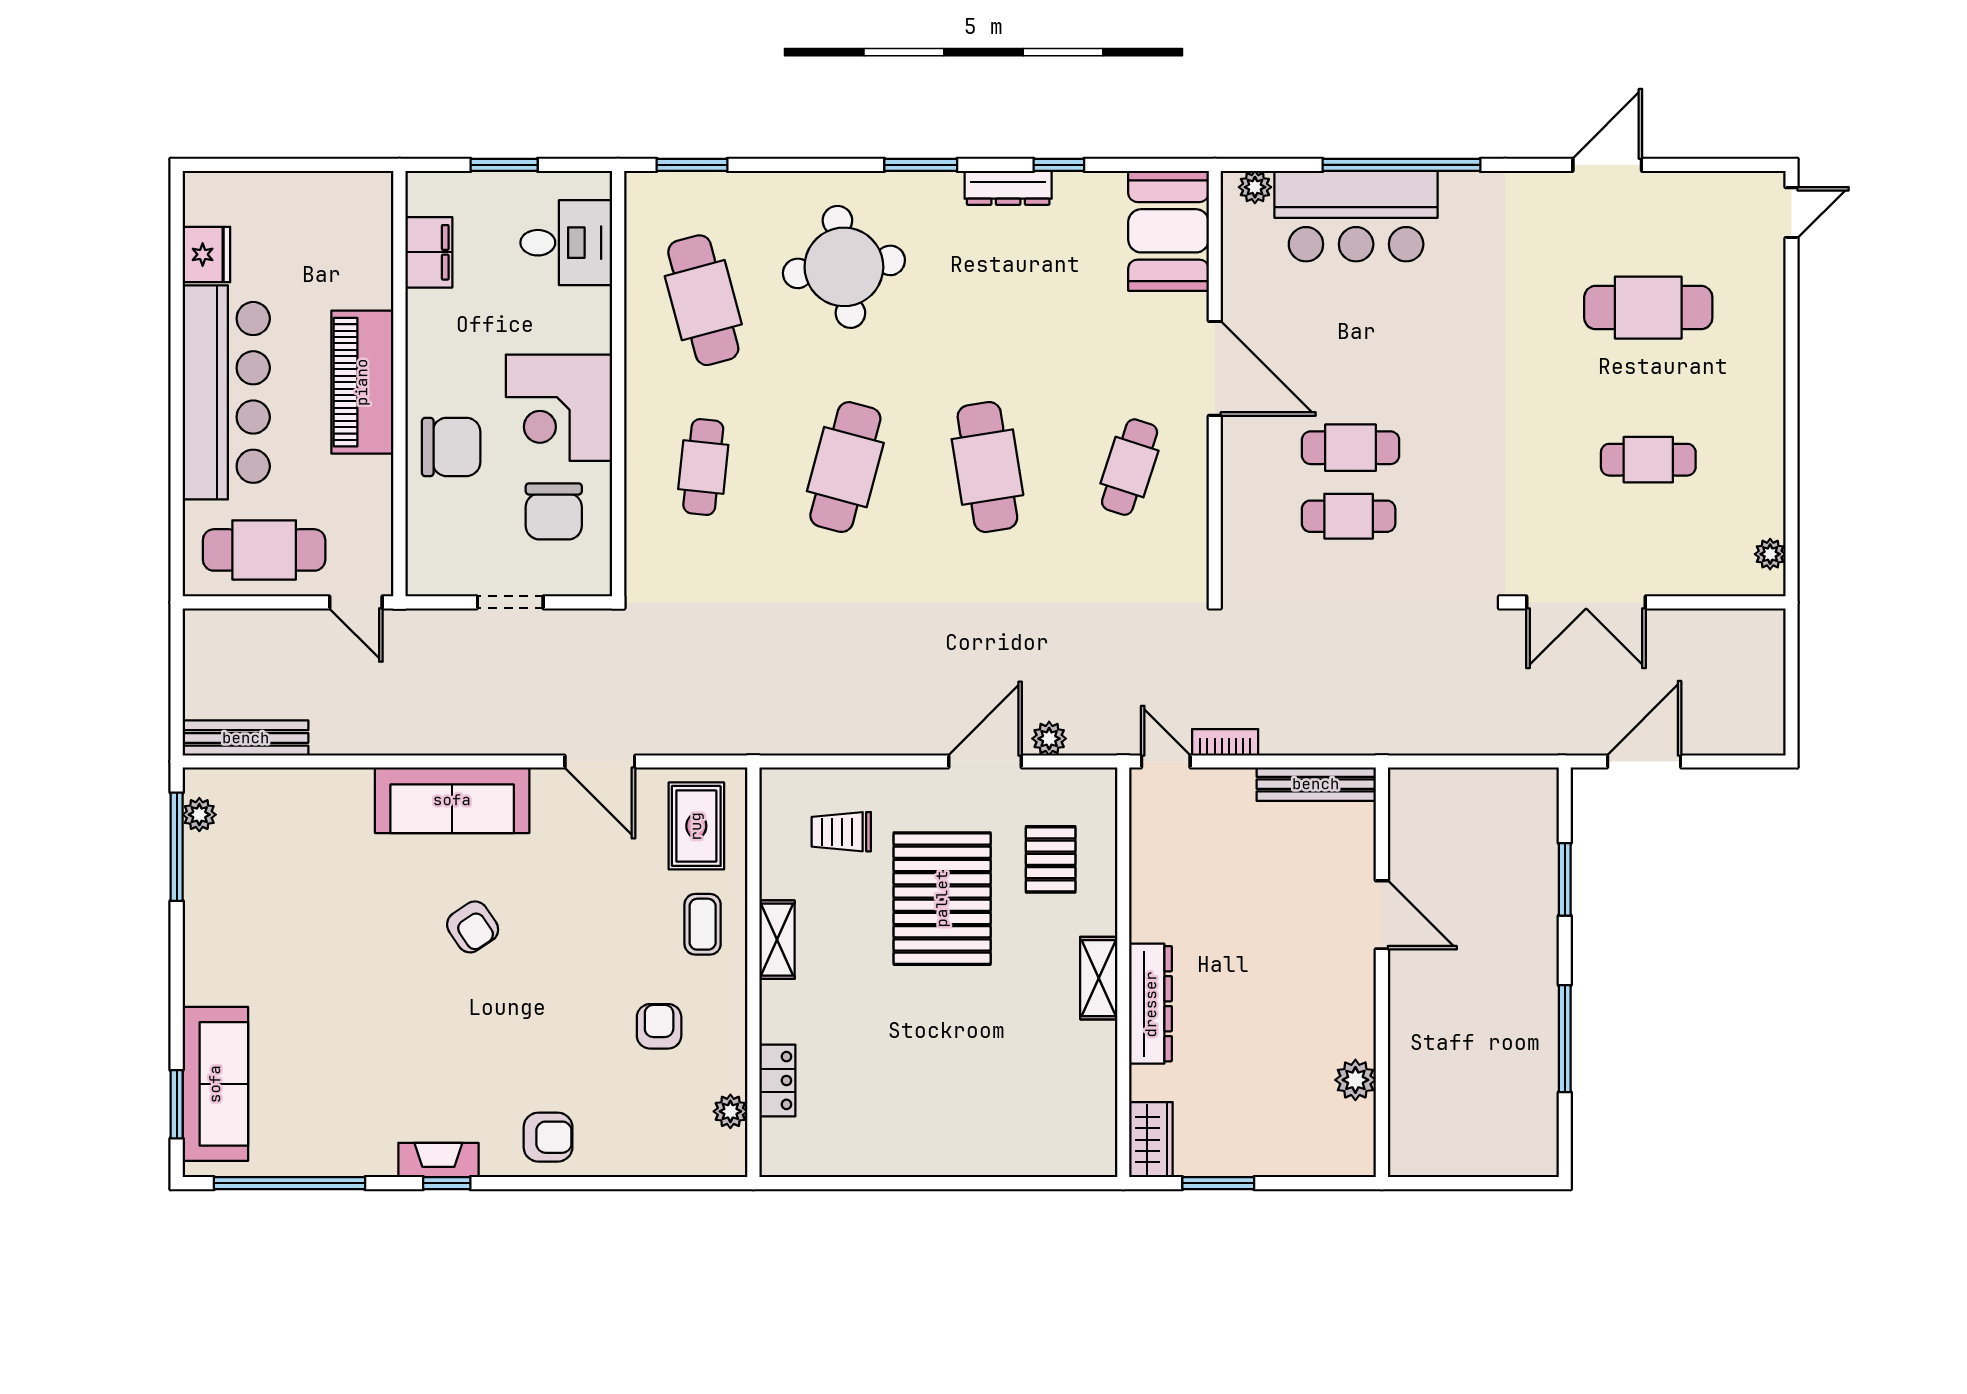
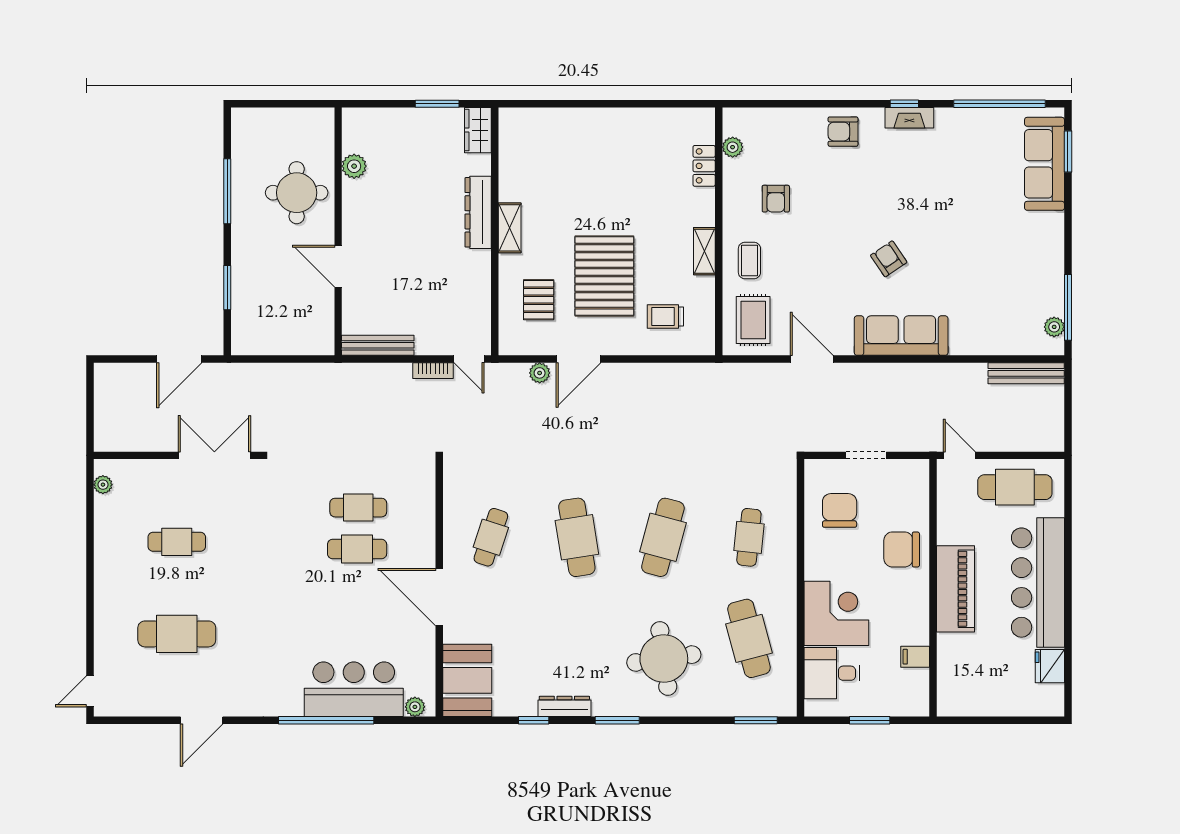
filing cabinet: (429, 252) -> (915, 657), width x0.50
corner desk: (559, 408) -> (836, 613), moved
trolley: (841, 832) -> (665, 316), turned 180
round table: (1450, 1036) -> (297, 193), added

